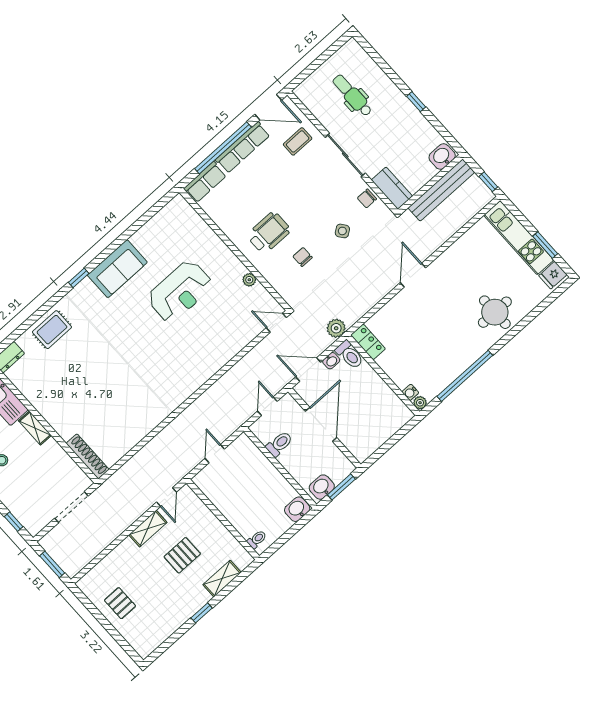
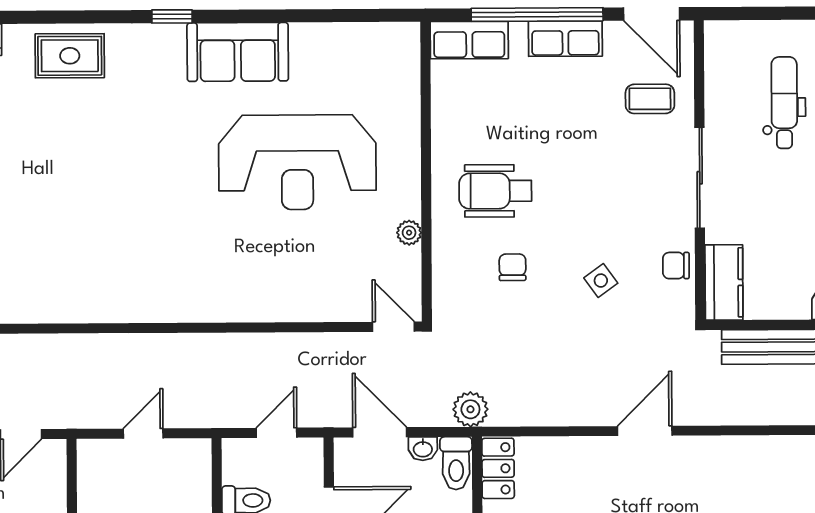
row of seats: (243, 147) -> (565, 39), width x0.68
wheelchair: (269, 233) -> (495, 191), turned 180
reception desk: (180, 291) -> (297, 162), width x1.36, depth x1.30

